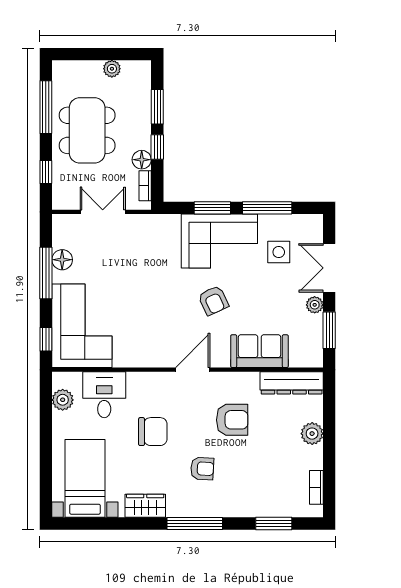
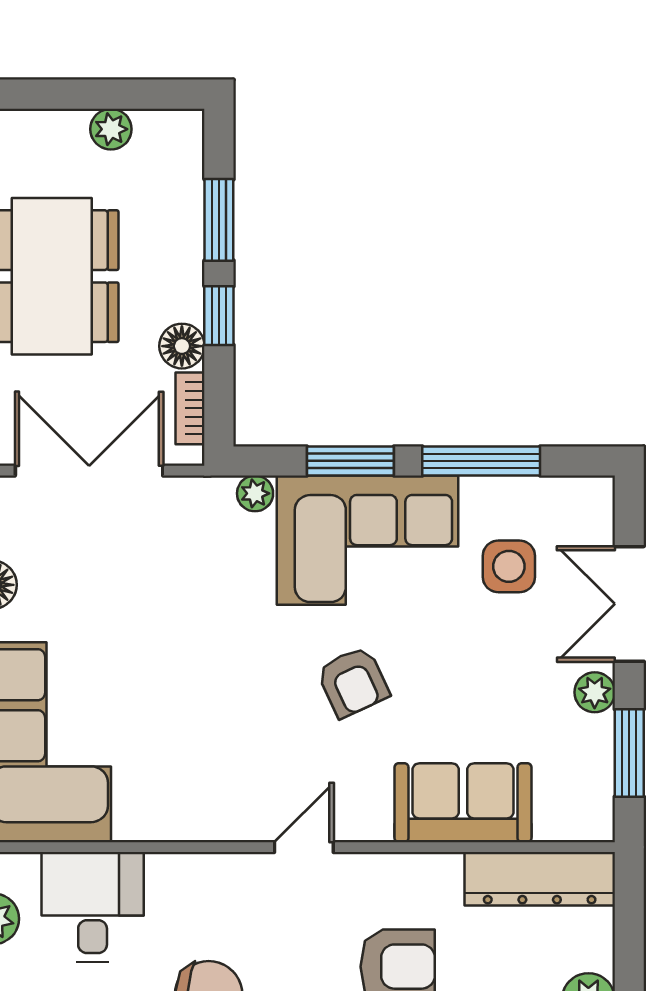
double door: (103, 212) -> (89, 471), width x1.37
plant: (172, 221) -> (255, 493), added
door: (193, 370) -> (304, 847), width x0.73

